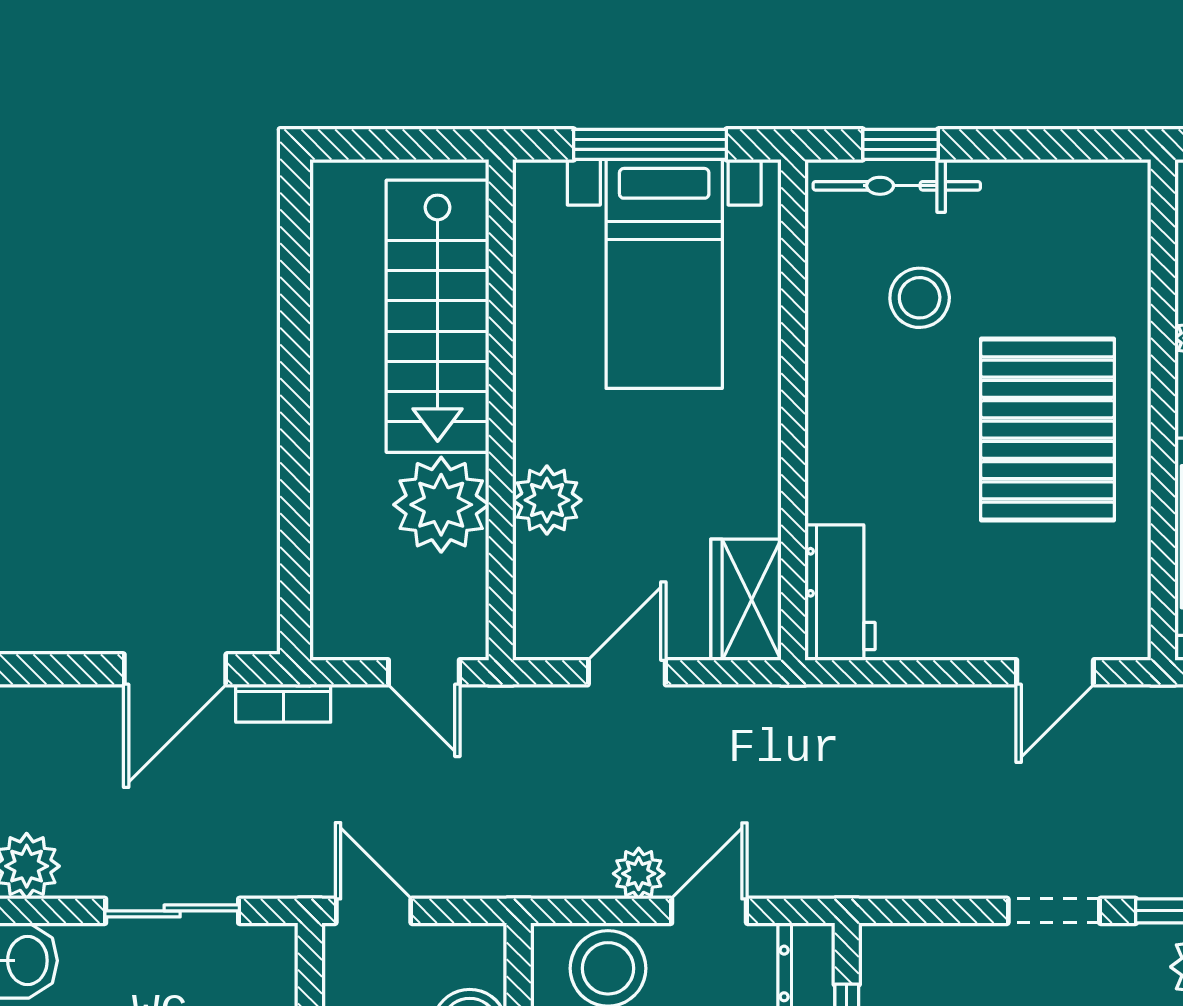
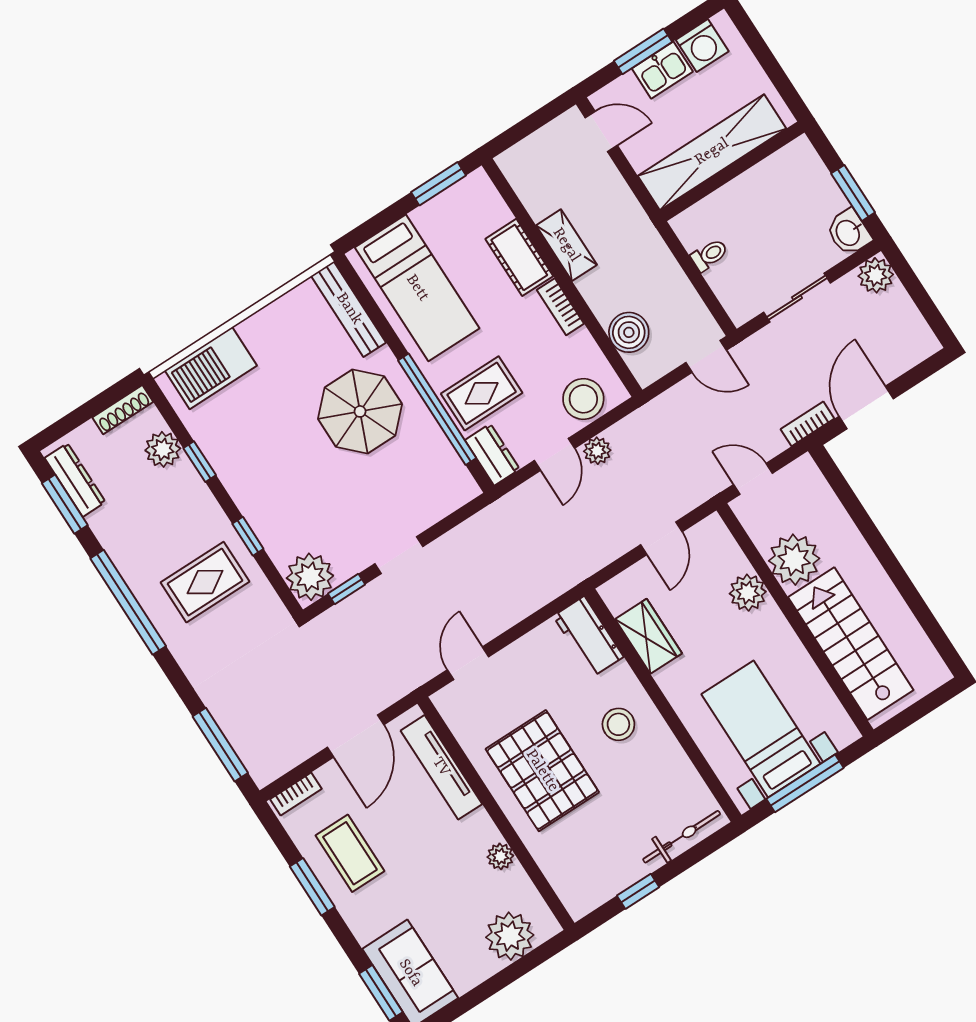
window: (901, 144) -> (638, 891), moved
stool: (920, 298) -> (618, 724), moved
wardrobe: (746, 600) -> (649, 636), moved

